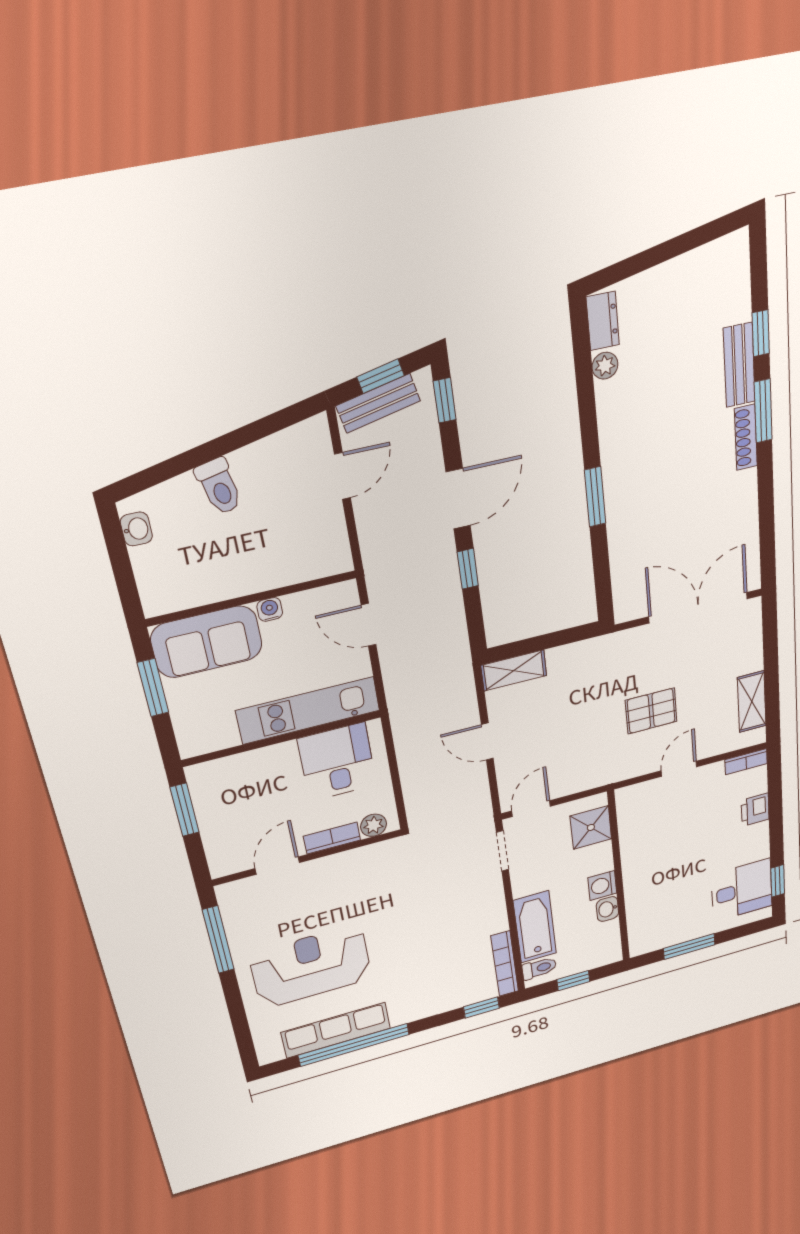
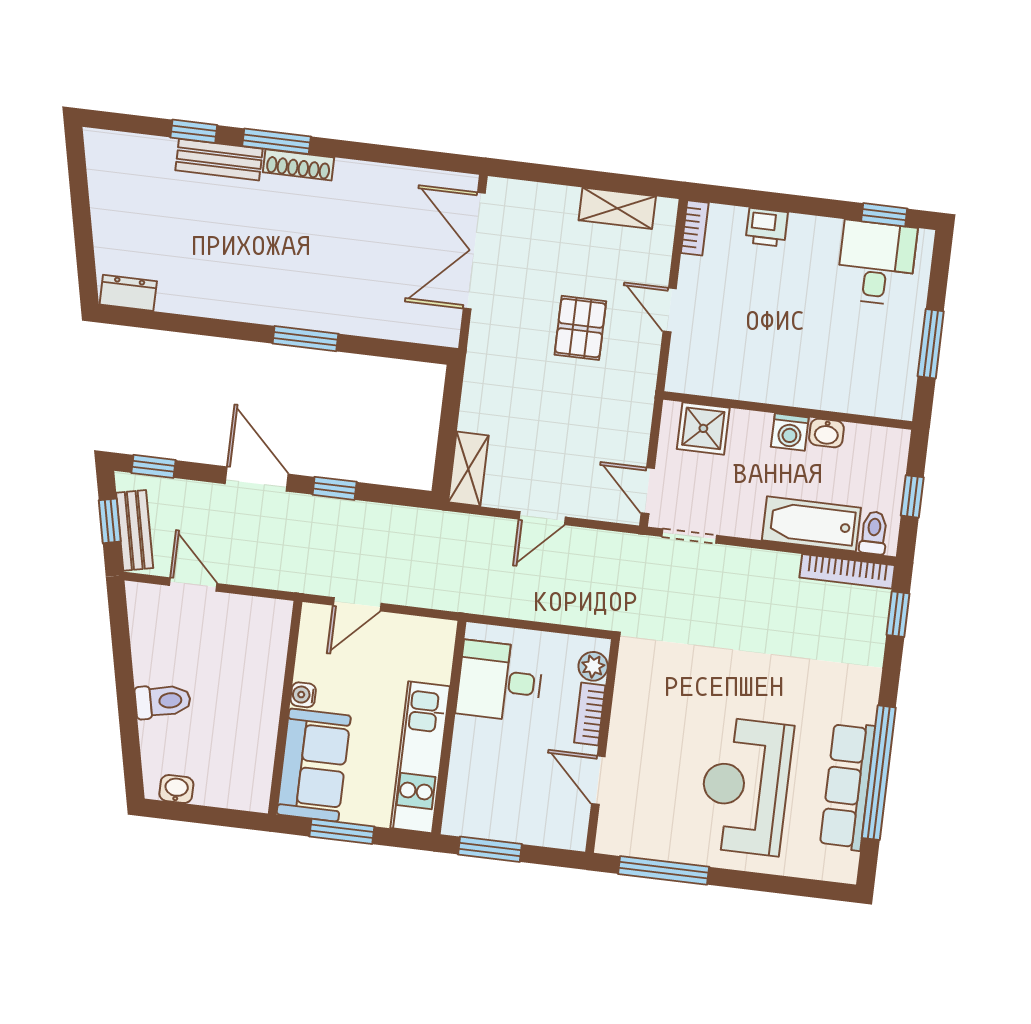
plant: (605, 366) -> (173, 300), removed
kitchen unit: (308, 710) -> (420, 757), moved

